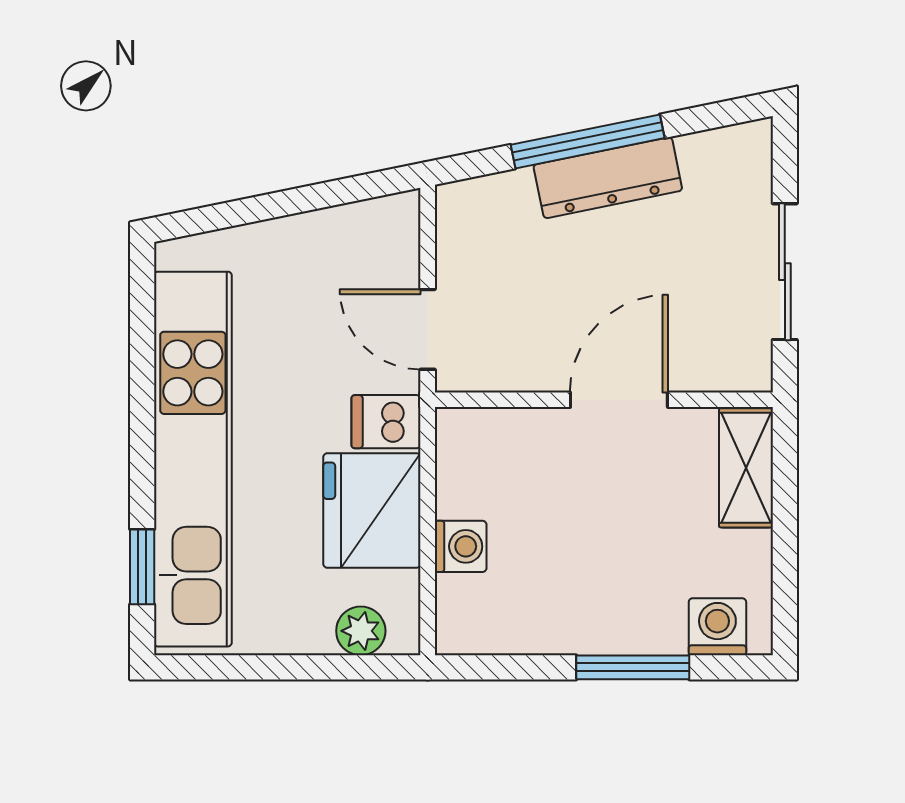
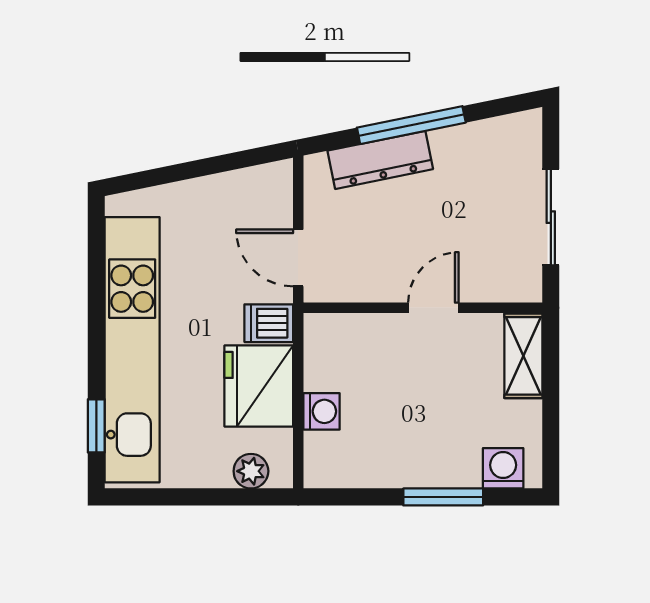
dresser: (608, 178) -> (380, 160), moved
door: (619, 400) -> (433, 308), width x0.73

